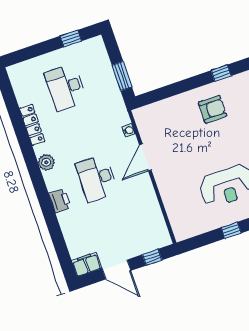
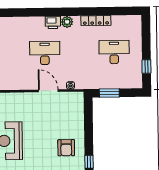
printer: (60, 201) -> (53, 22), moved

